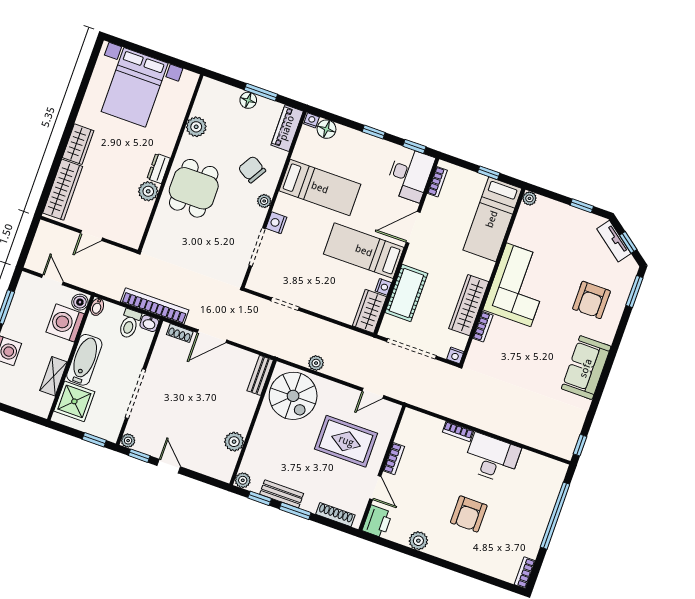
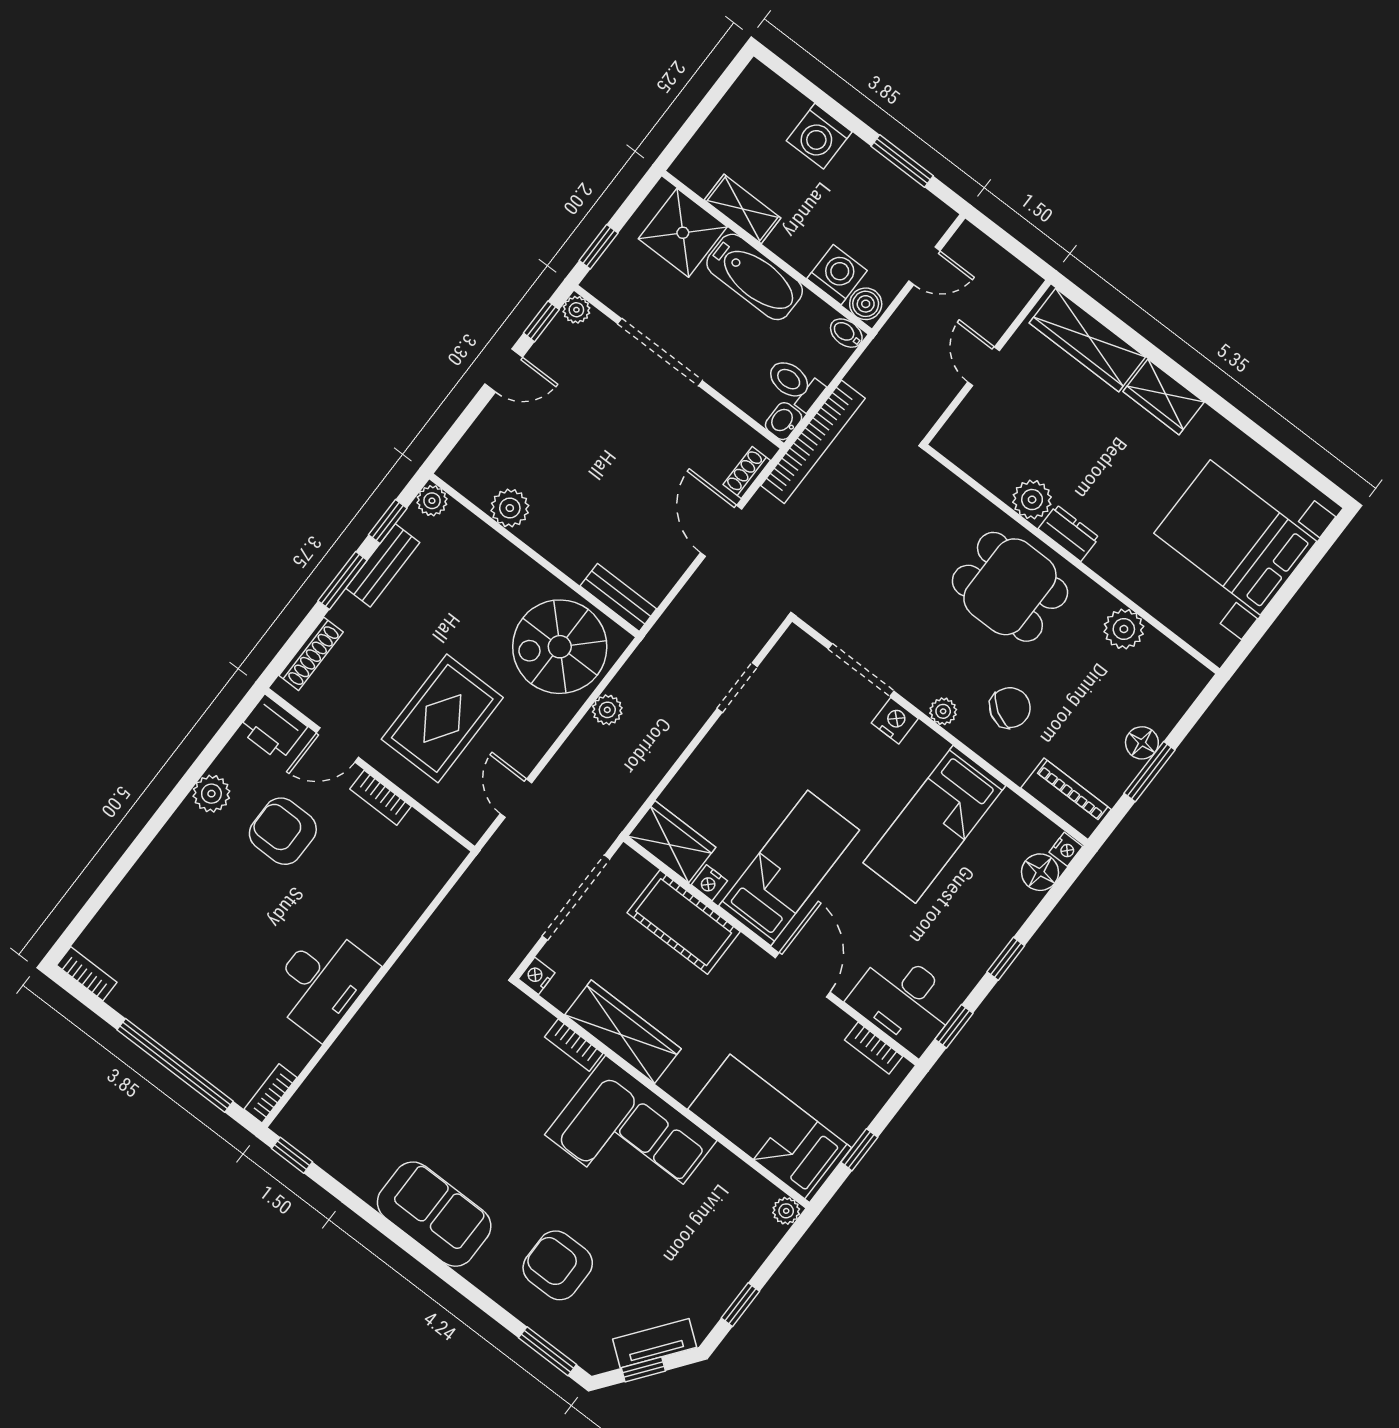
washing machine: (65, 323) -> (837, 275), width x0.73, depth x0.73
bookcase: (458, 431) -> (270, 1093), moved
armchair: (469, 514) -> (283, 831), moved

